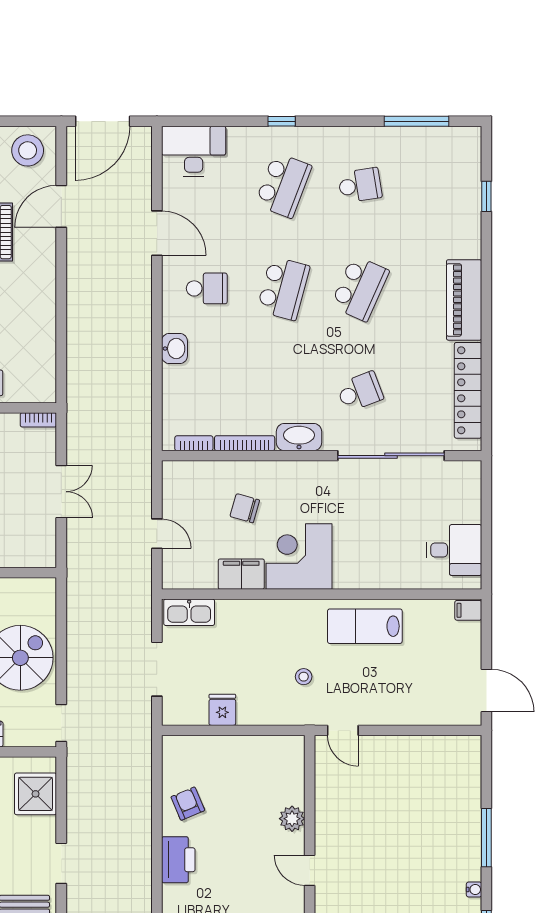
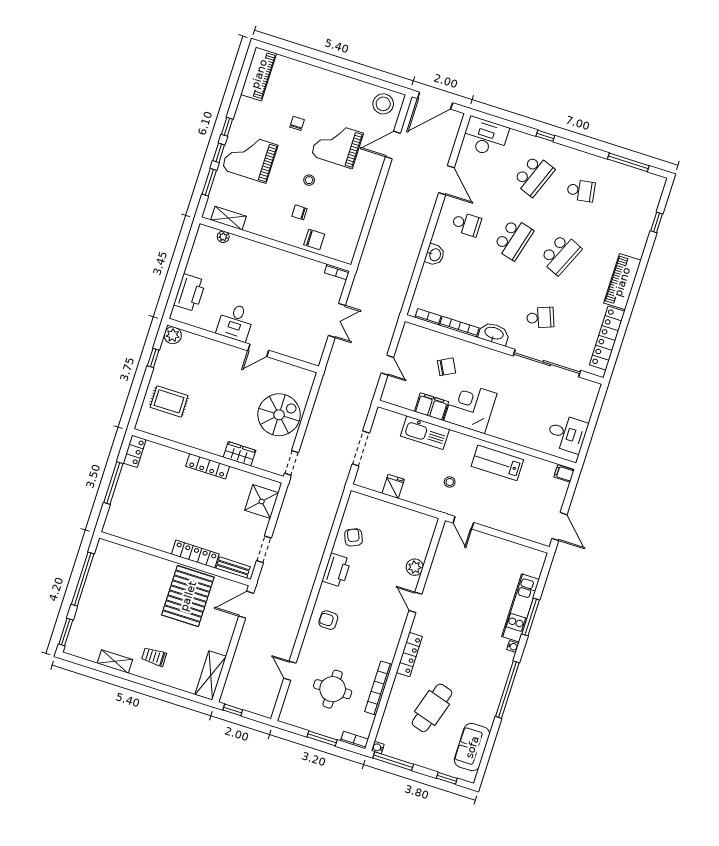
chair: (245, 508) -> (447, 367), turned 136
kitchen sink: (189, 612) -> (425, 433), moved, width x1.36, depth x1.24
kitchen unit: (467, 829) -> (520, 608), added

